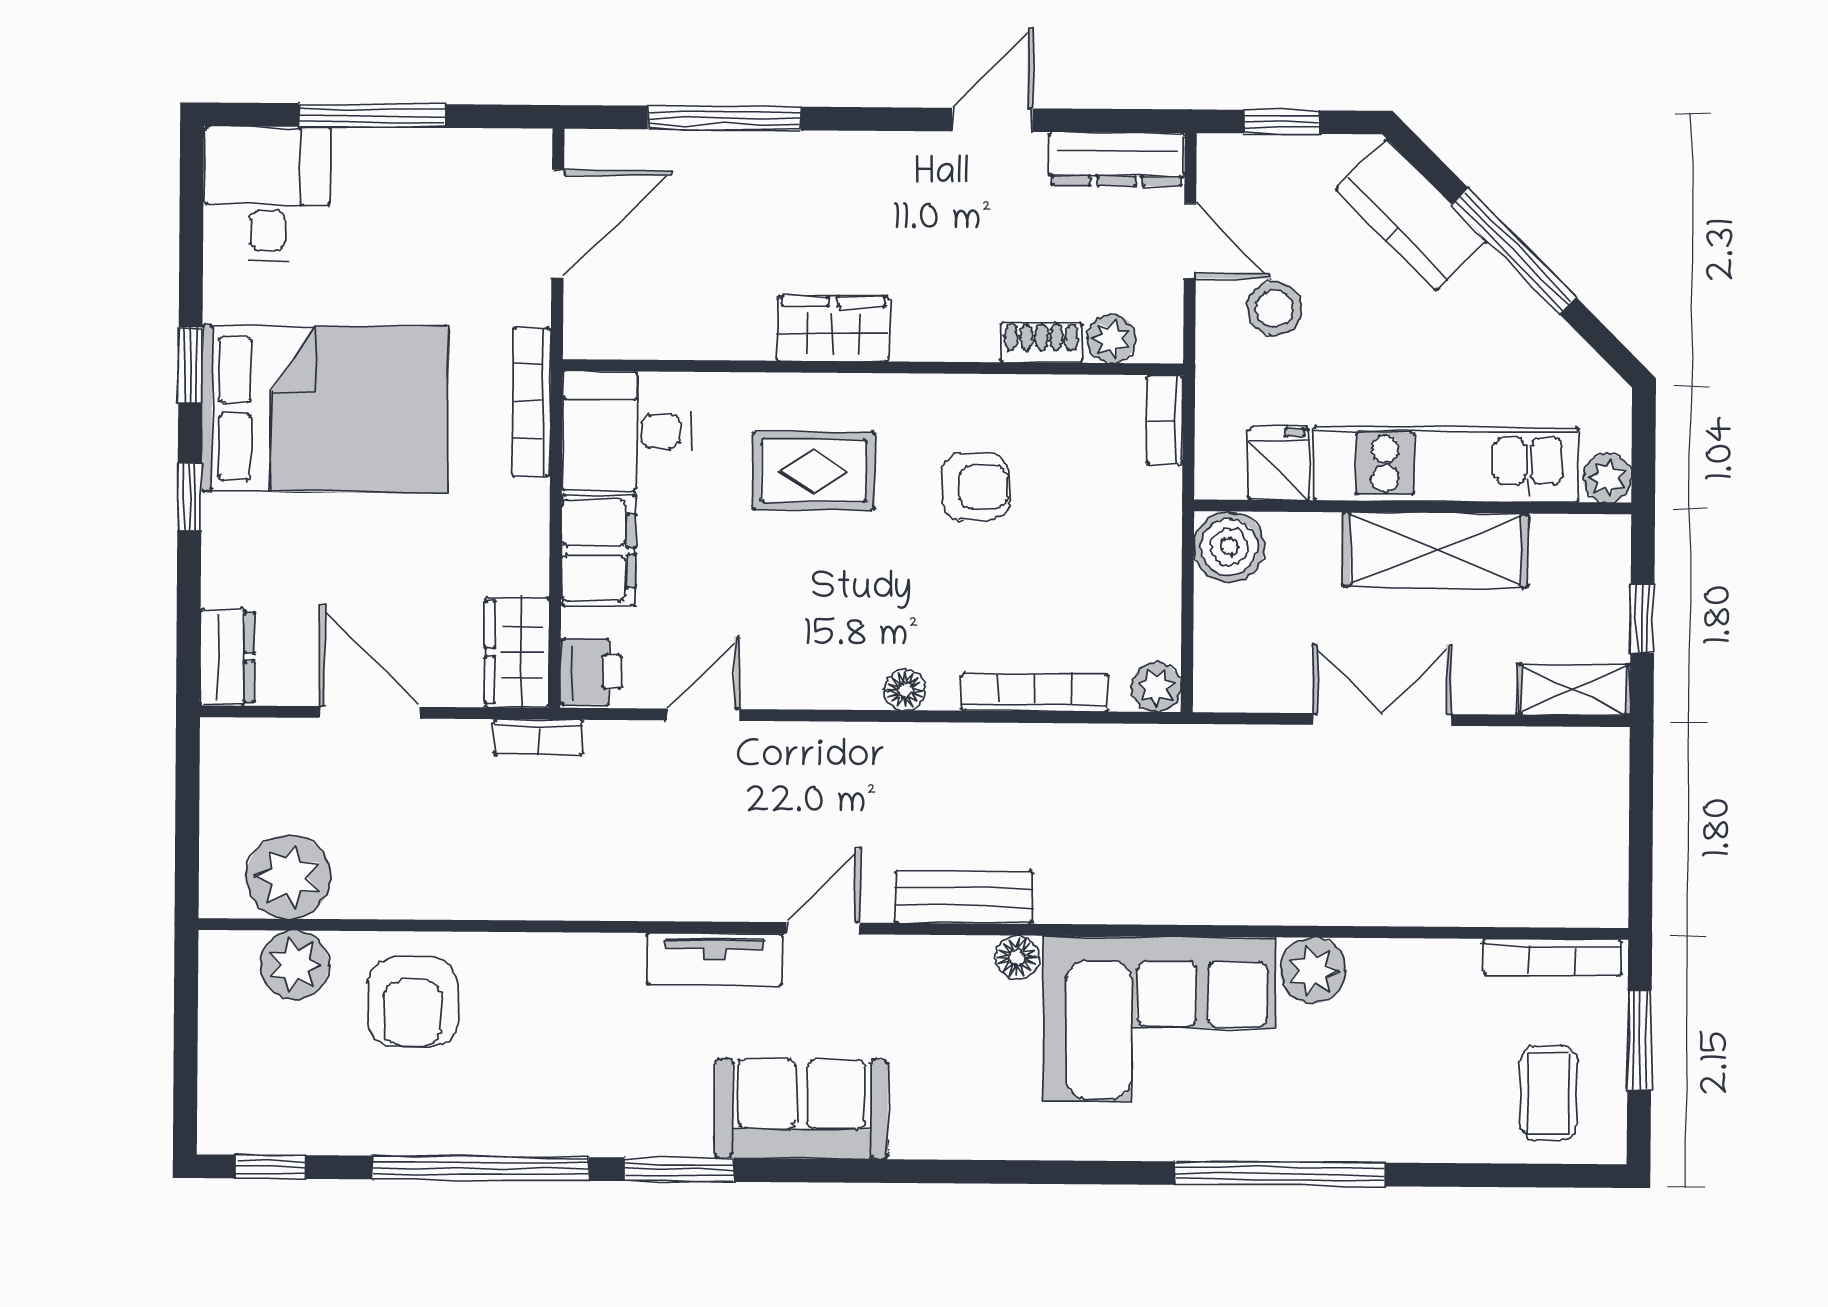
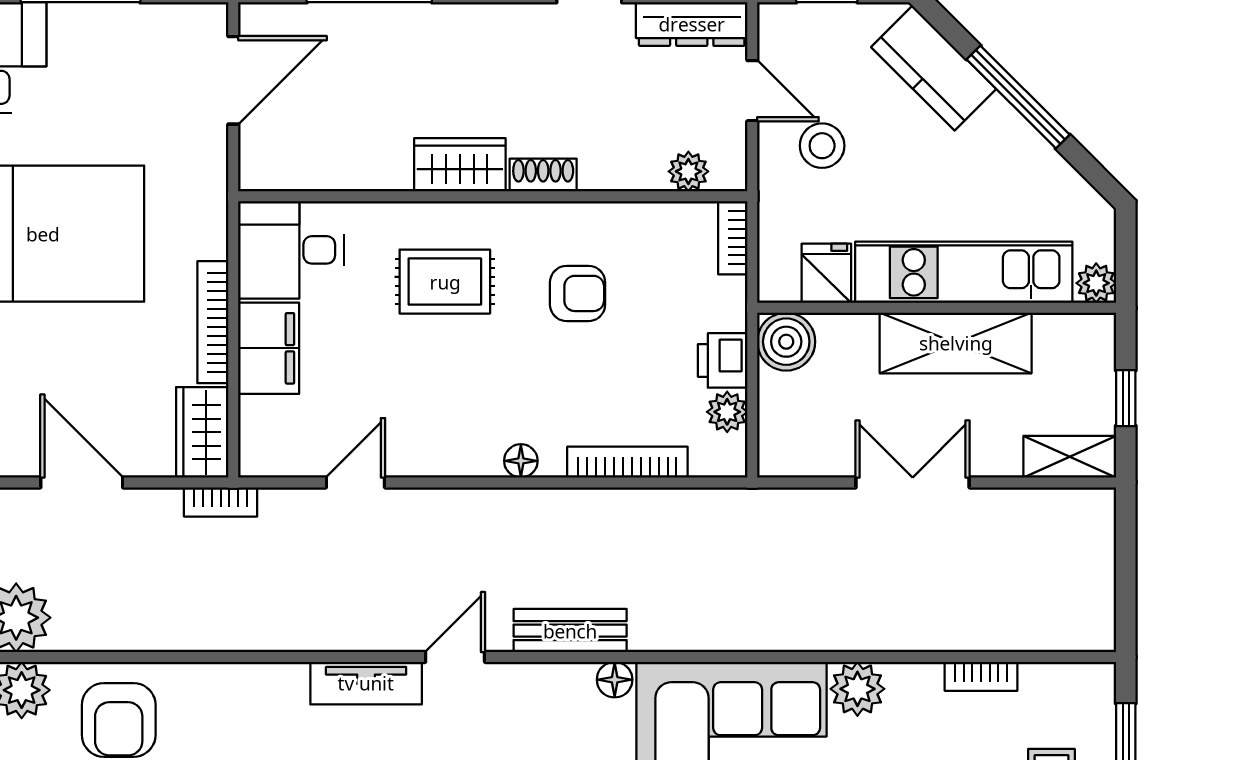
shoe rack: (1041, 343) -> (543, 175), moved
bookcase: (532, 402) -> (213, 322), moved
printer: (591, 672) -> (723, 360), moved, turned 180
plant: (1156, 687) -> (727, 412), moved
bookcase: (1552, 957) -> (981, 676), moved, width x0.64

